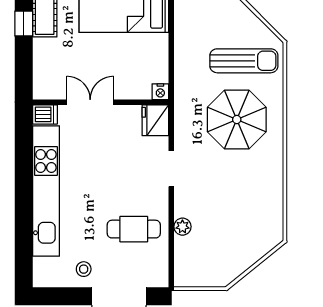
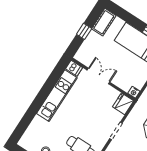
window: (24, 24) -> (84, 31), moved
kitchen unit: (46, 191) -> (57, 96), width x0.73

